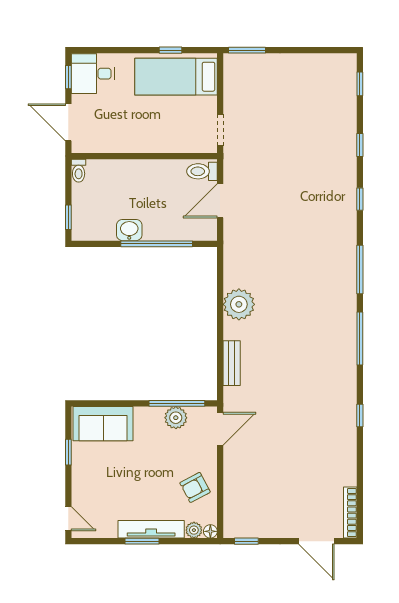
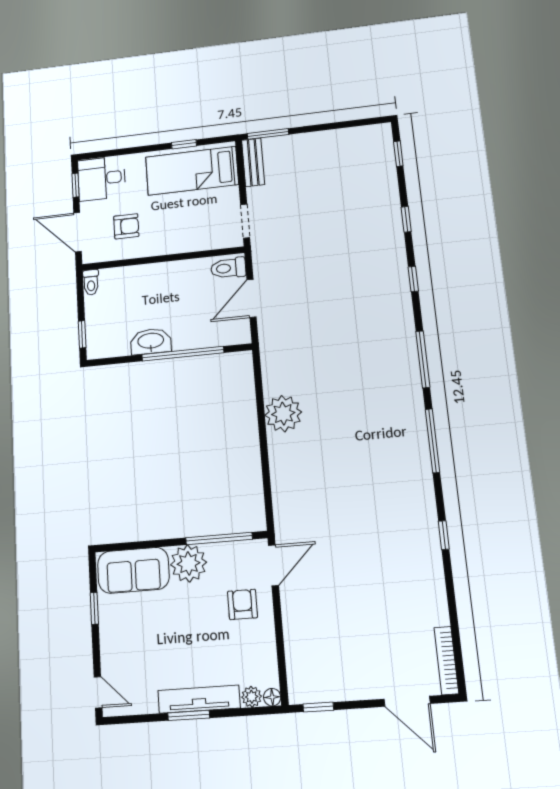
armchair: (113, 122) -> (126, 226), added
washbasin: (129, 230) -> (151, 341), width x1.38
bench: (232, 363) -> (253, 162), moved
plant: (176, 418) -> (189, 563), moved, width x1.36, depth x1.36
armchair: (195, 487) -> (242, 604), moved, turned 118

